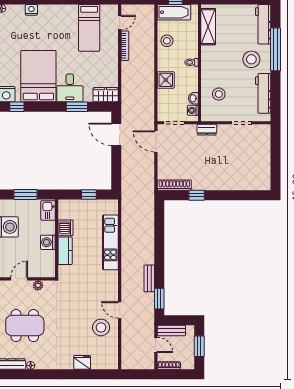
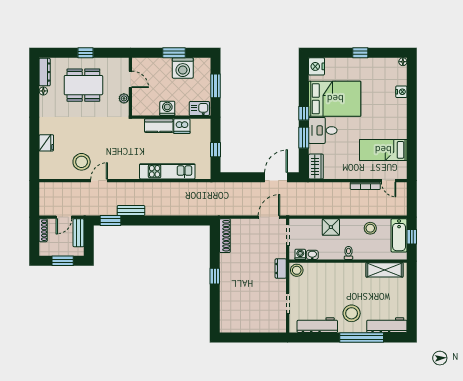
stool: (219, 94) -> (297, 270), moved
window: (17, 107) -> (304, 113), moved
window: (197, 195) -> (215, 276), moved
dining table: (25, 326) -> (83, 85), turned 90

